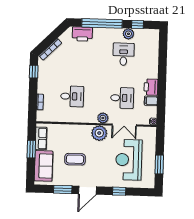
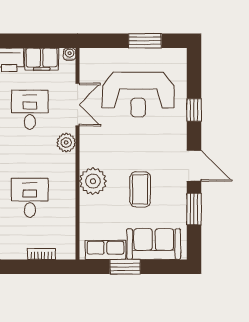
filing cabinet: (151, 101) -> (42, 59), width x2.00
plant: (99, 133) -> (93, 181), moved

